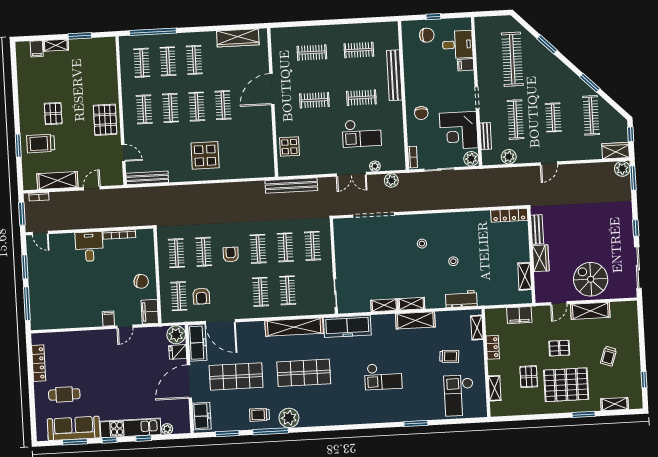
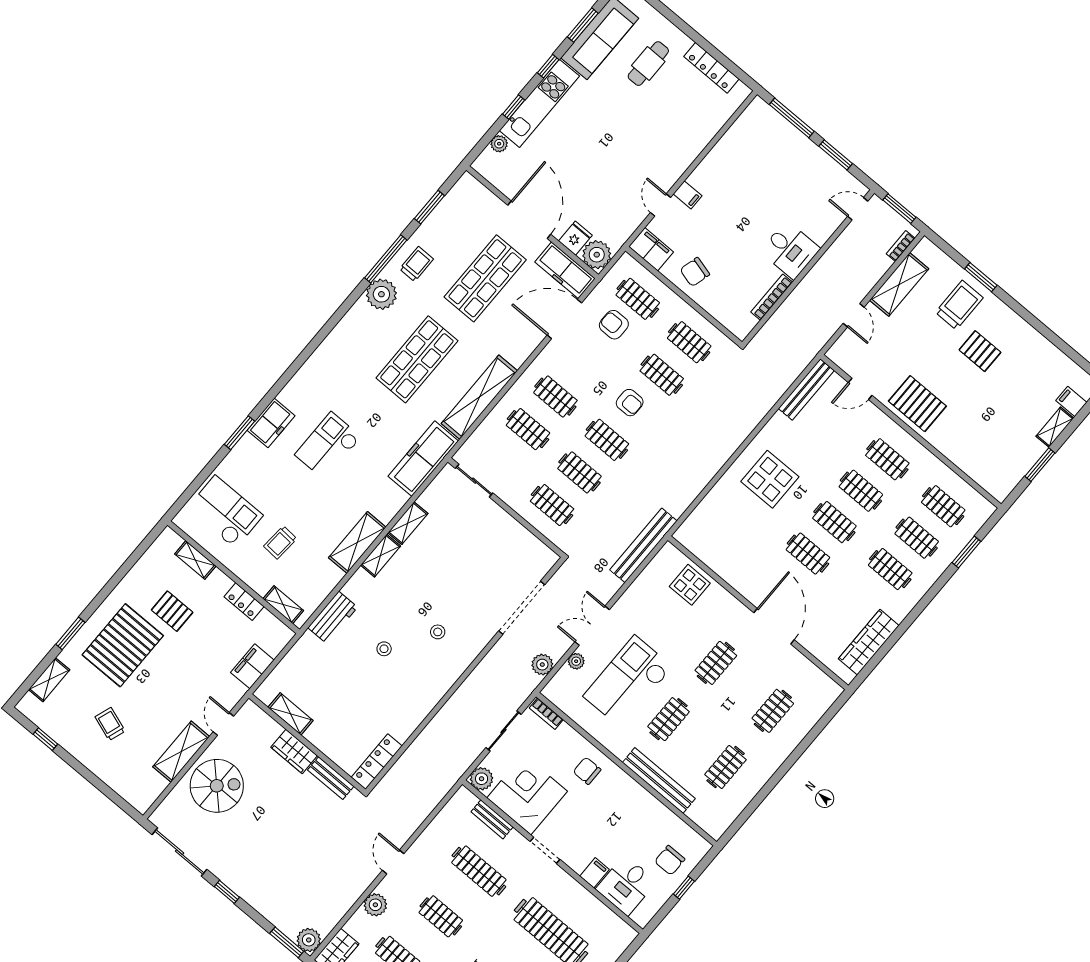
window: (153, 32) -> (966, 552), width x0.47
checkout: (362, 133) -> (628, 681), width x1.36, depth x1.21
plant: (509, 157) -> (375, 905), moved
pallet: (559, 348) -> (172, 677), removed
freezer: (202, 416) -> (271, 423), moved, turned -90

